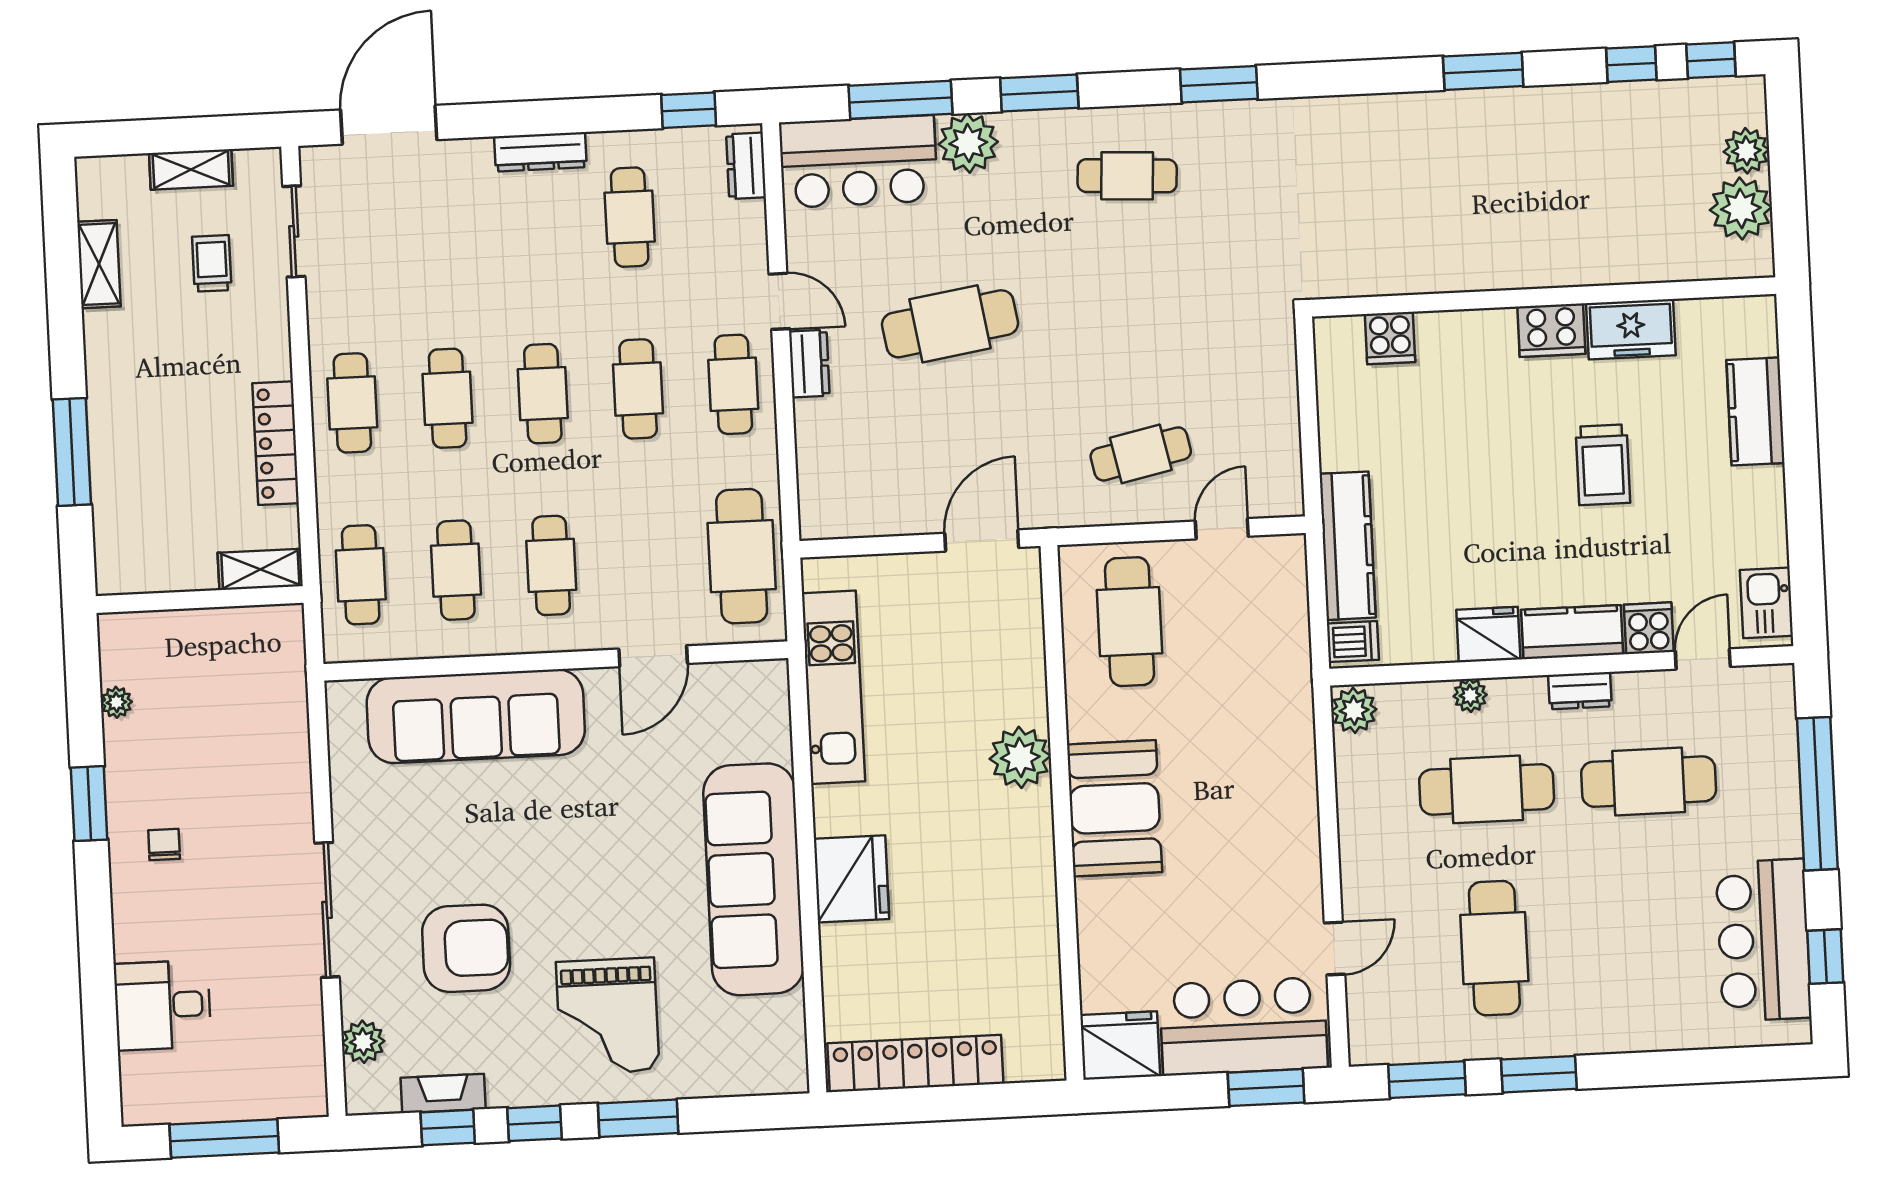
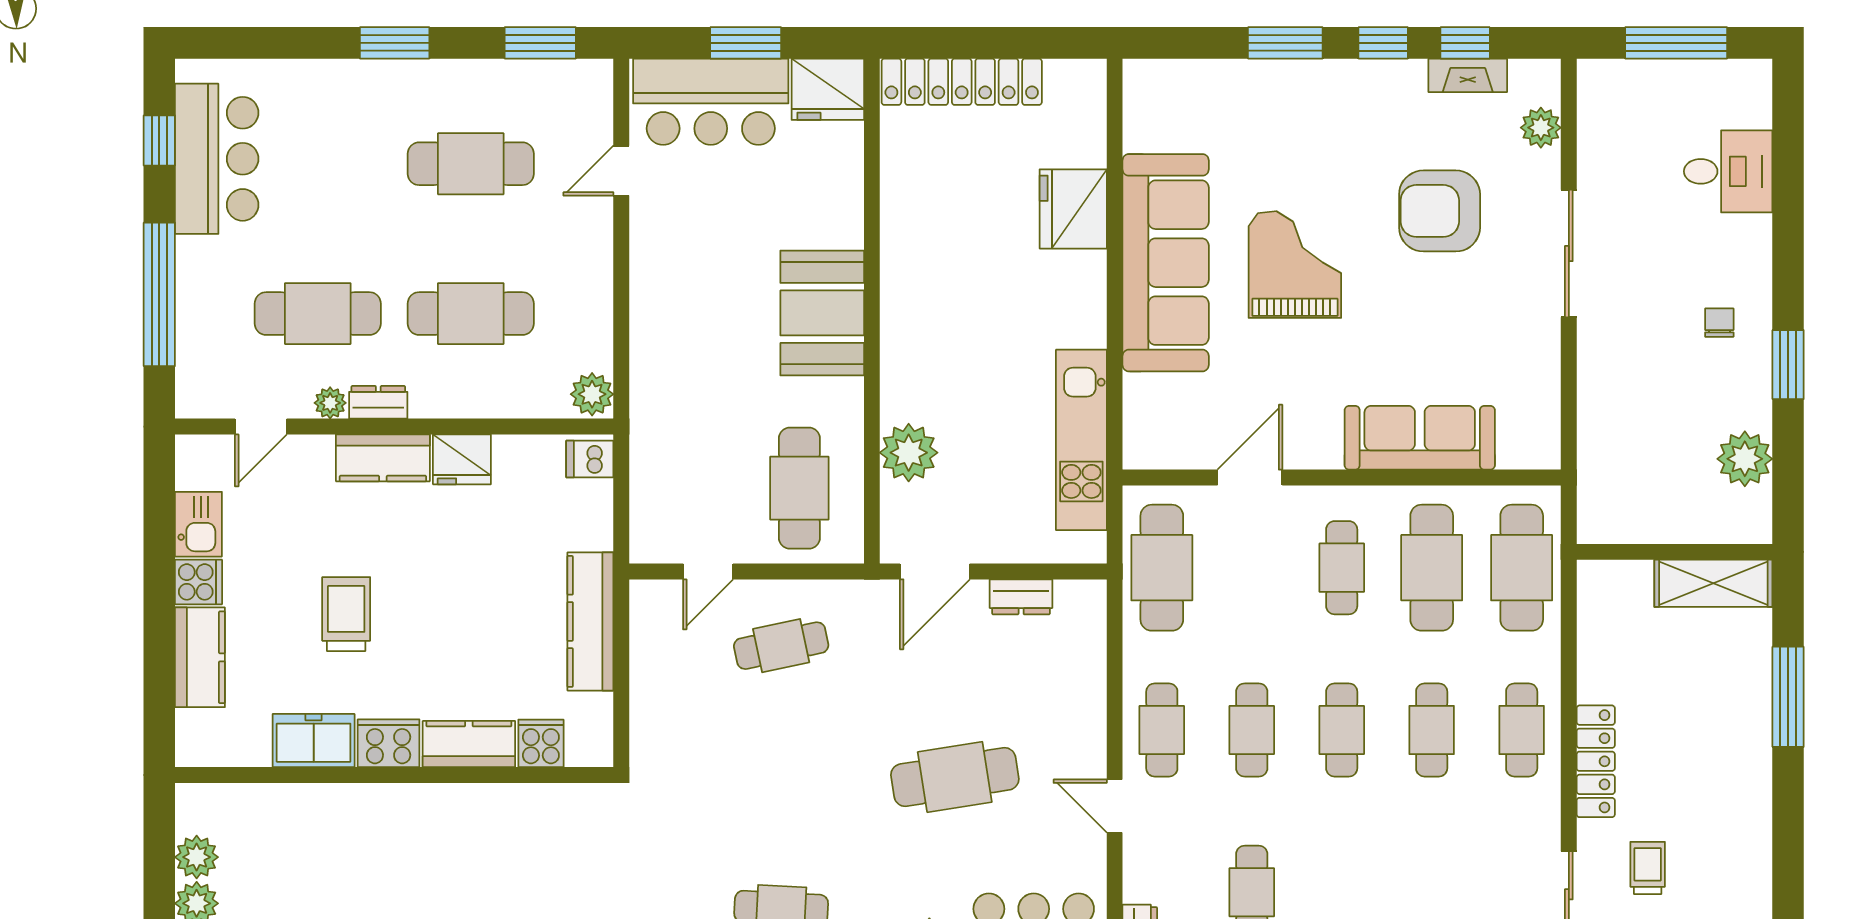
plant: (1741, 209) -> (197, 857), width x0.73, depth x0.73
trolley: (212, 263) -> (1648, 868), turned 180
shelving: (99, 264) -> (1754, 872), removed
kitchen counter: (1466, 334) -> (469, 744), added
dresser: (809, 364) -> (1021, 597), moved, turned -90
locker: (276, 443) -> (1596, 761), moved
kitchen counter: (1348, 546) -> (590, 621), moved
shelving: (260, 569) -> (1713, 583), moved, width x1.50, depth x1.33
cafe table: (456, 570) -> (1432, 568), width x1.37, depth x1.35
cafe table: (361, 575) -> (1522, 568), width x1.37, depth x1.35
kitchen sink: (1766, 603) -> (198, 524), moved
cooker: (1649, 628) -> (199, 582), moved, turned -90
plant: (1470, 695) -> (330, 403), moved
plant: (116, 702) -> (1745, 459), width x1.88, depth x1.88
sofa: (476, 716) -> (1420, 438), width x0.74, depth x0.79
plant: (1020, 757) -> (909, 453), moved
chair: (164, 845) -> (1719, 323), turned 180
fridge: (852, 879) -> (1073, 209), moved
cafe table: (1494, 948) -> (471, 164), turned 90
grand piano: (608, 1016) -> (1295, 265), moved
locker: (915, 1063) -> (962, 82), moved
window: (1539, 1074) -> (395, 43), moved
window: (1266, 1088) -> (746, 43), moved

